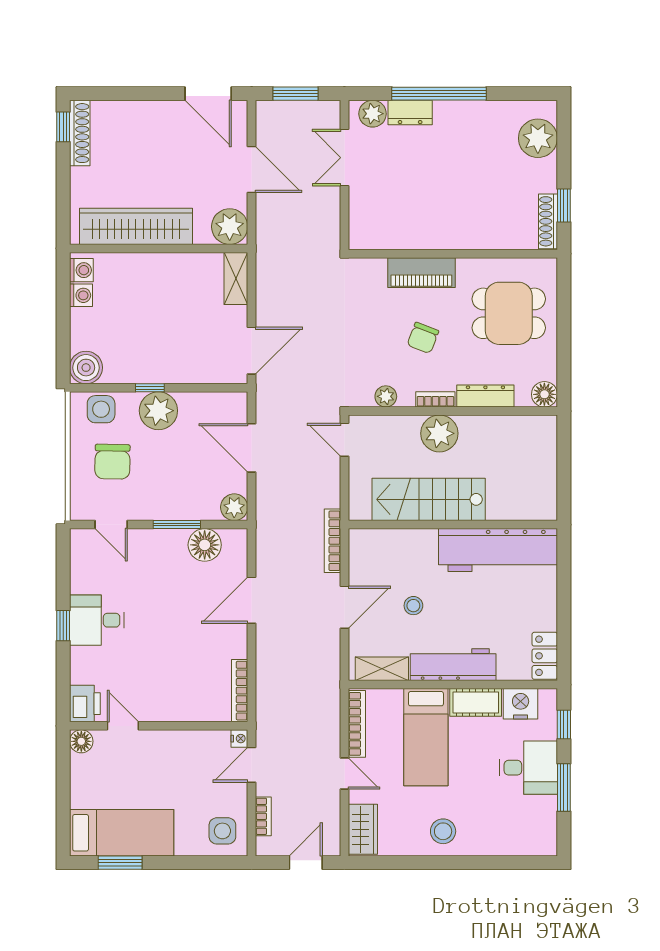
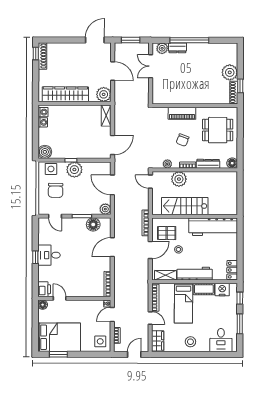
door: (208, 94) -> (95, 40), swing flipped
plant: (538, 138) -> (230, 72), moved
plant: (439, 433) -> (179, 179), moved
pallet: (385, 565) -> (167, 233), added
desk: (528, 768) -> (221, 340), moved, turned 90
bed: (122, 833) -> (59, 337), width x1.50

